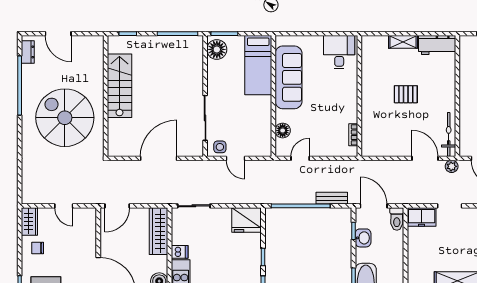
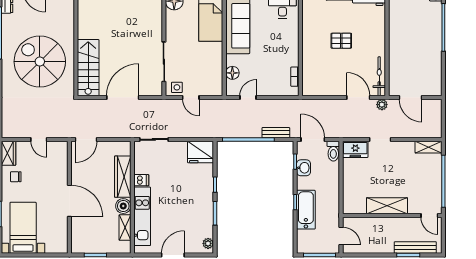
stairs: (119, 86) -> (88, 68), moved
wardrobe: (159, 231) -> (123, 177), moved

